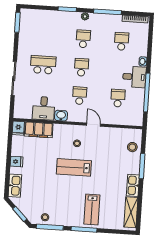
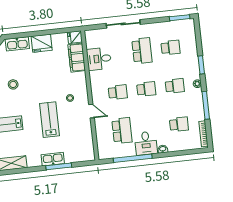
school desk: (45, 36) -> (170, 48), added
school desk: (118, 98) -> (122, 131), width x1.85
washbasin: (61, 116) -> (95, 77), removed
door: (94, 125) -> (91, 111), hinge flipped
stool: (132, 147) -> (13, 84), moved
fridge: (17, 162) -> (42, 43), width x1.88, depth x1.34
lab bench: (74, 167) -> (50, 120), moved
kitchen sink: (133, 185) -> (53, 159), moved

